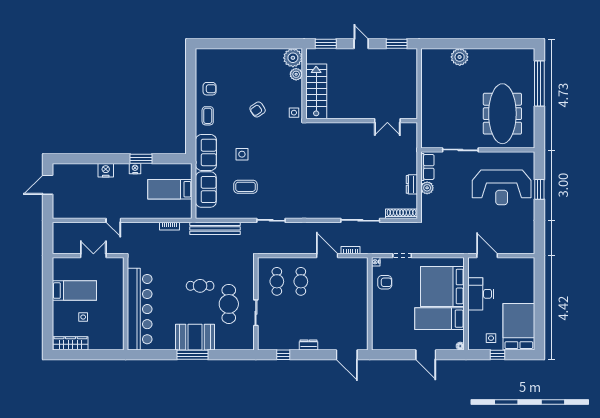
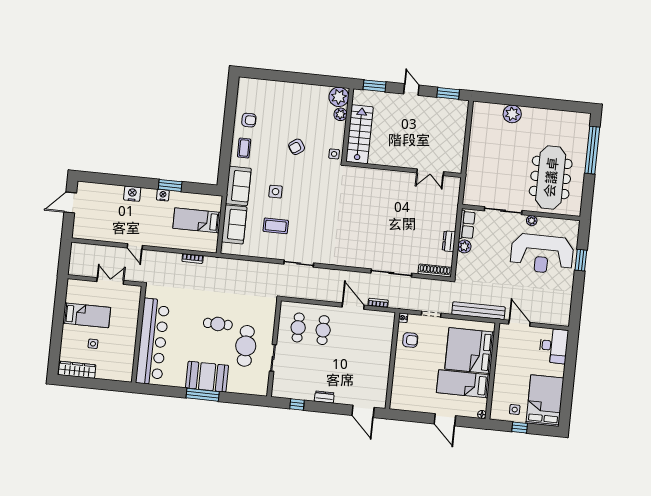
plant: (489, 157) -> (532, 221), added
bench: (215, 228) -> (479, 311), moved
desk: (481, 294) -> (554, 346), moved, turned 180

